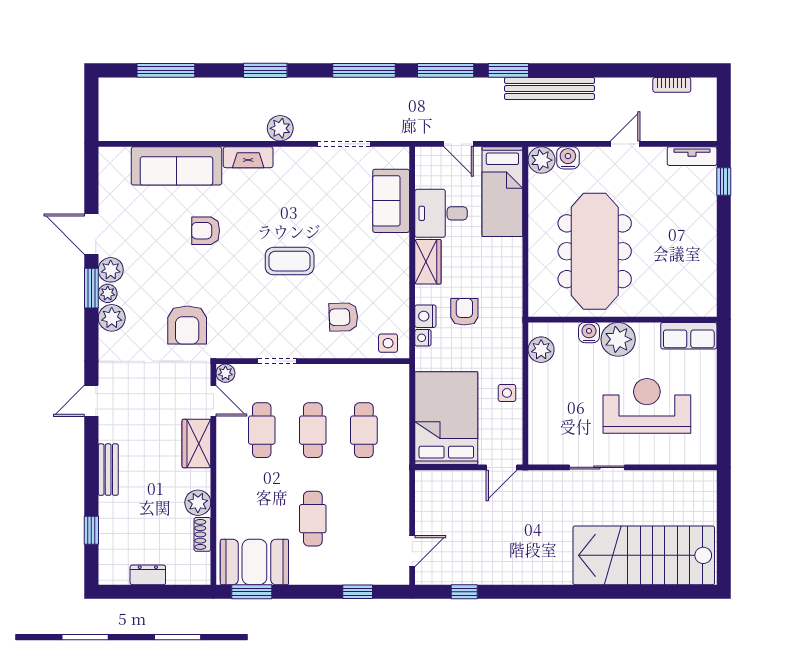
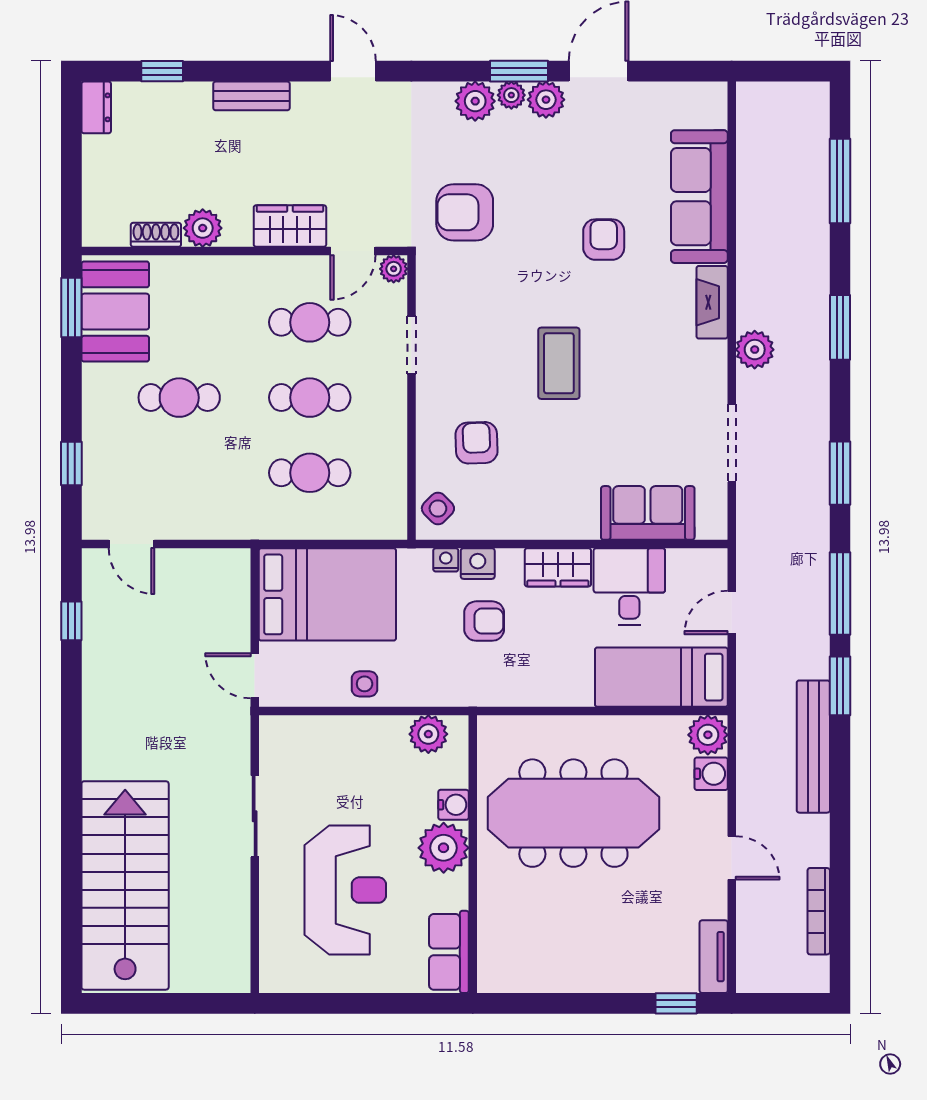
window: (364, 70) -> (840, 473), width x0.69
bookcase: (672, 85) -> (819, 911), width x1.56
side table: (388, 343) -> (438, 508), turned 45
dresser: (148, 575) -> (96, 107), moved

